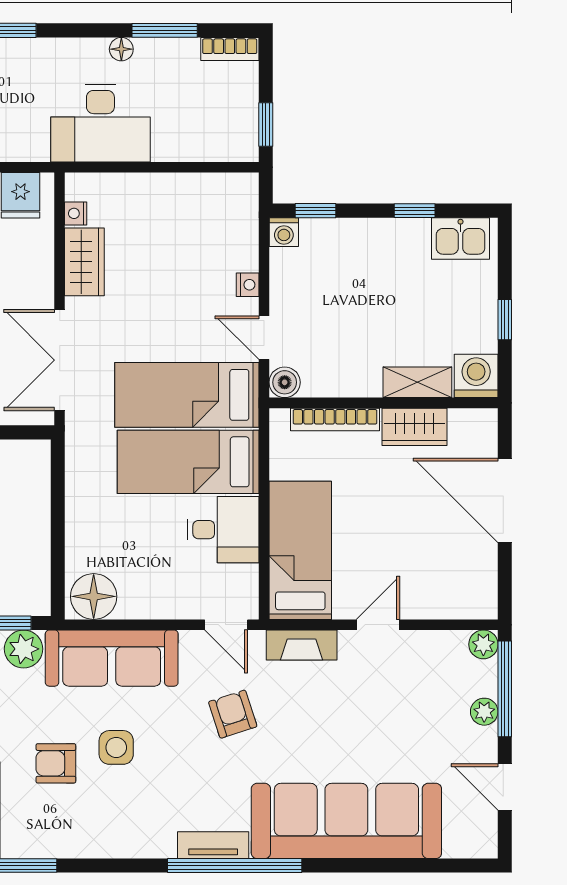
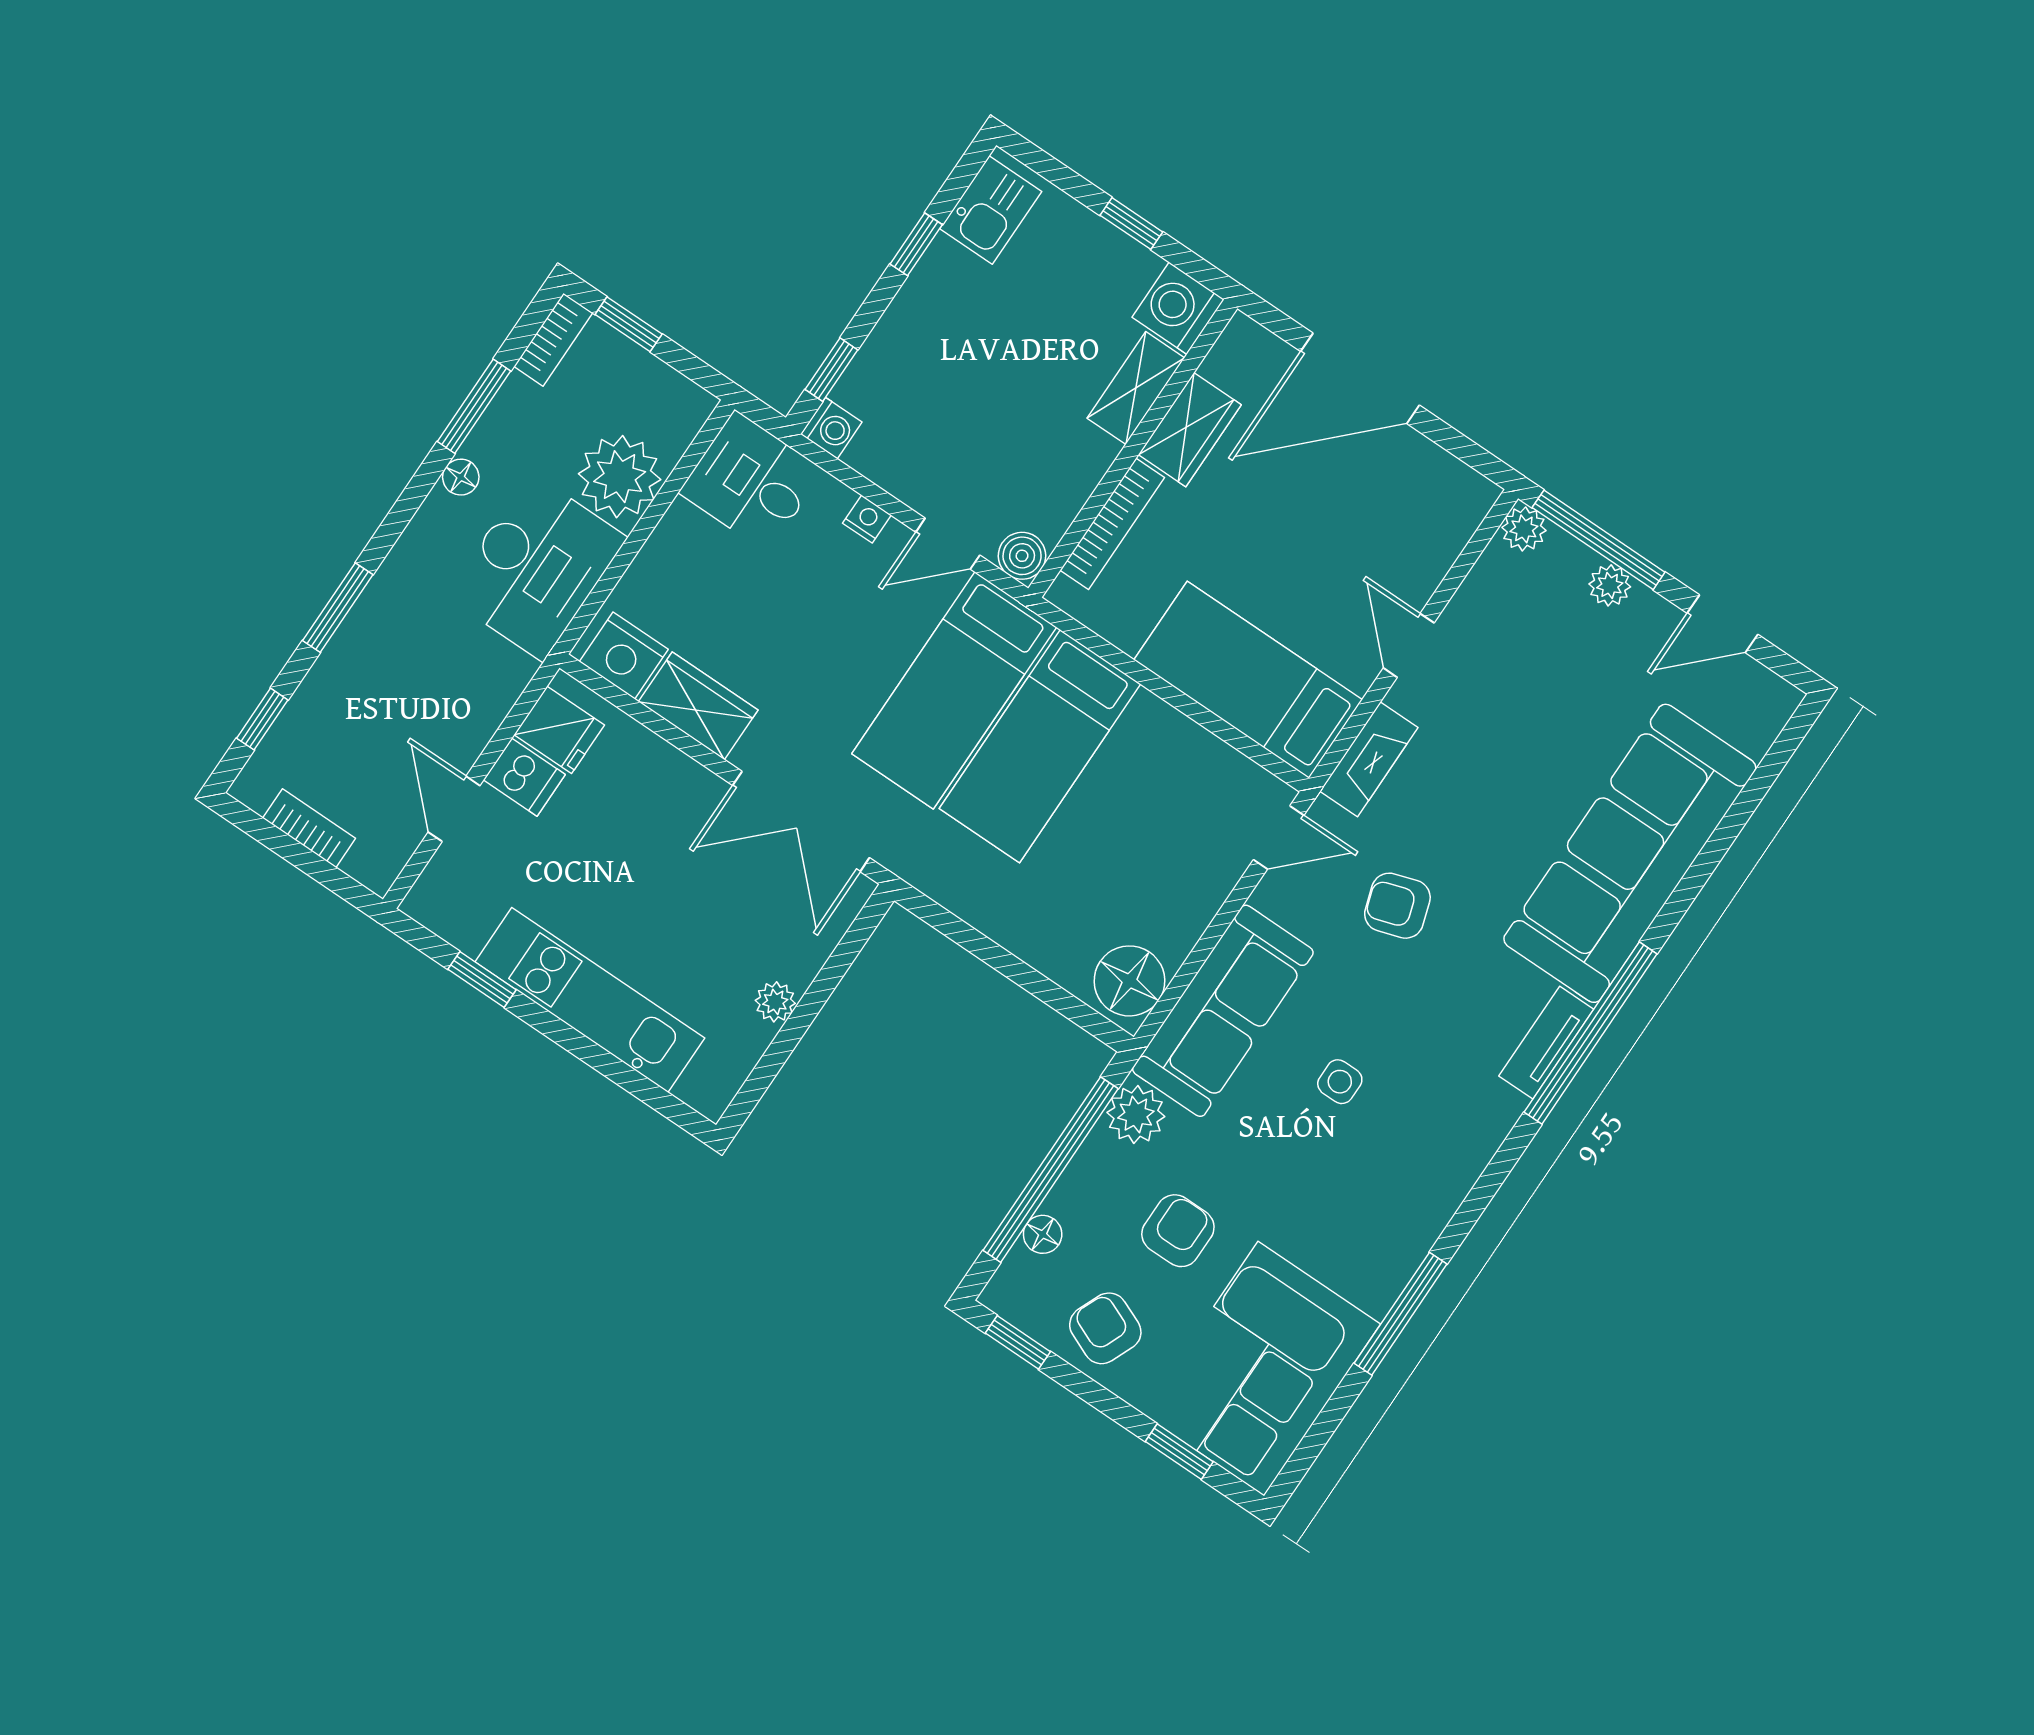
window: (266, 124) -> (629, 324), moved
plant: (180, 135) -> (620, 477), added
nightstand: (76, 213) -> (624, 656), width x1.89, depth x1.79
desk: (223, 530) -> (751, 481), moved, turned -90
side table: (116, 747) -> (1340, 1082), width x0.73, depth x0.73
armchair: (56, 763) -> (1308, 1172), removed

